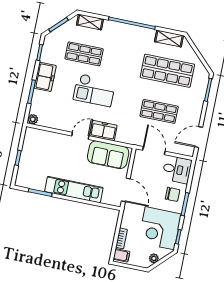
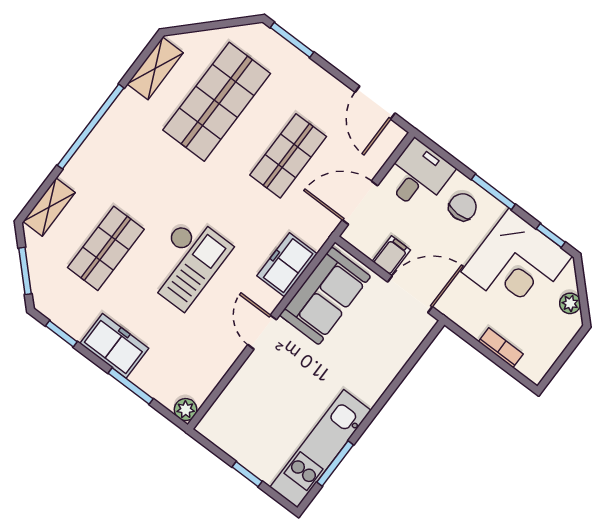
freezer: (103, 131) -> (287, 265), moved
kitchen unit: (74, 190) -> (320, 449), moved
filing cabinet: (121, 255) -> (391, 256), moved

